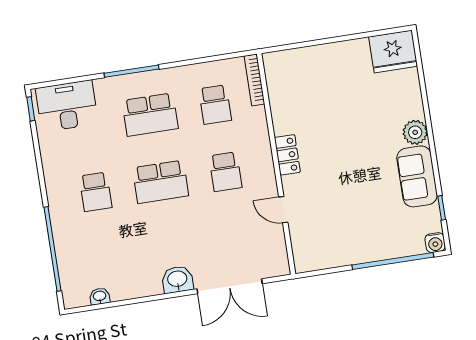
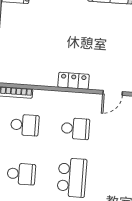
school desk: (150, 115) -> (21, 174), width x0.54

